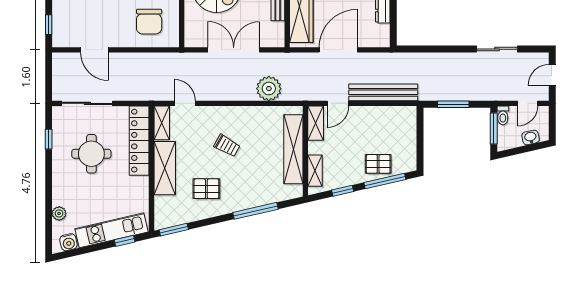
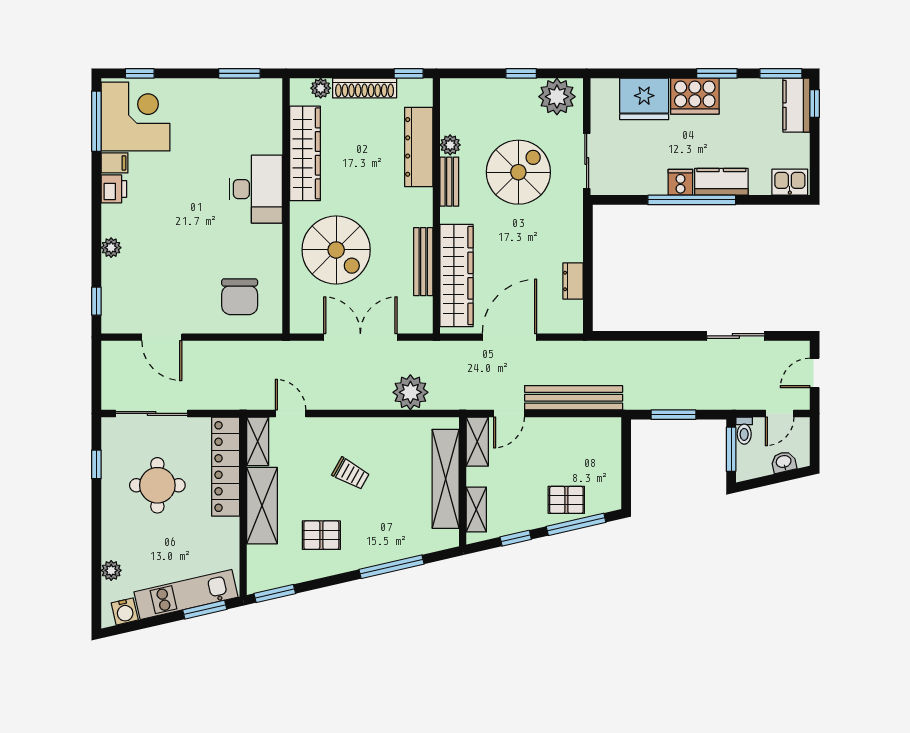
window: (125, 241) -> (205, 610), width x1.50

